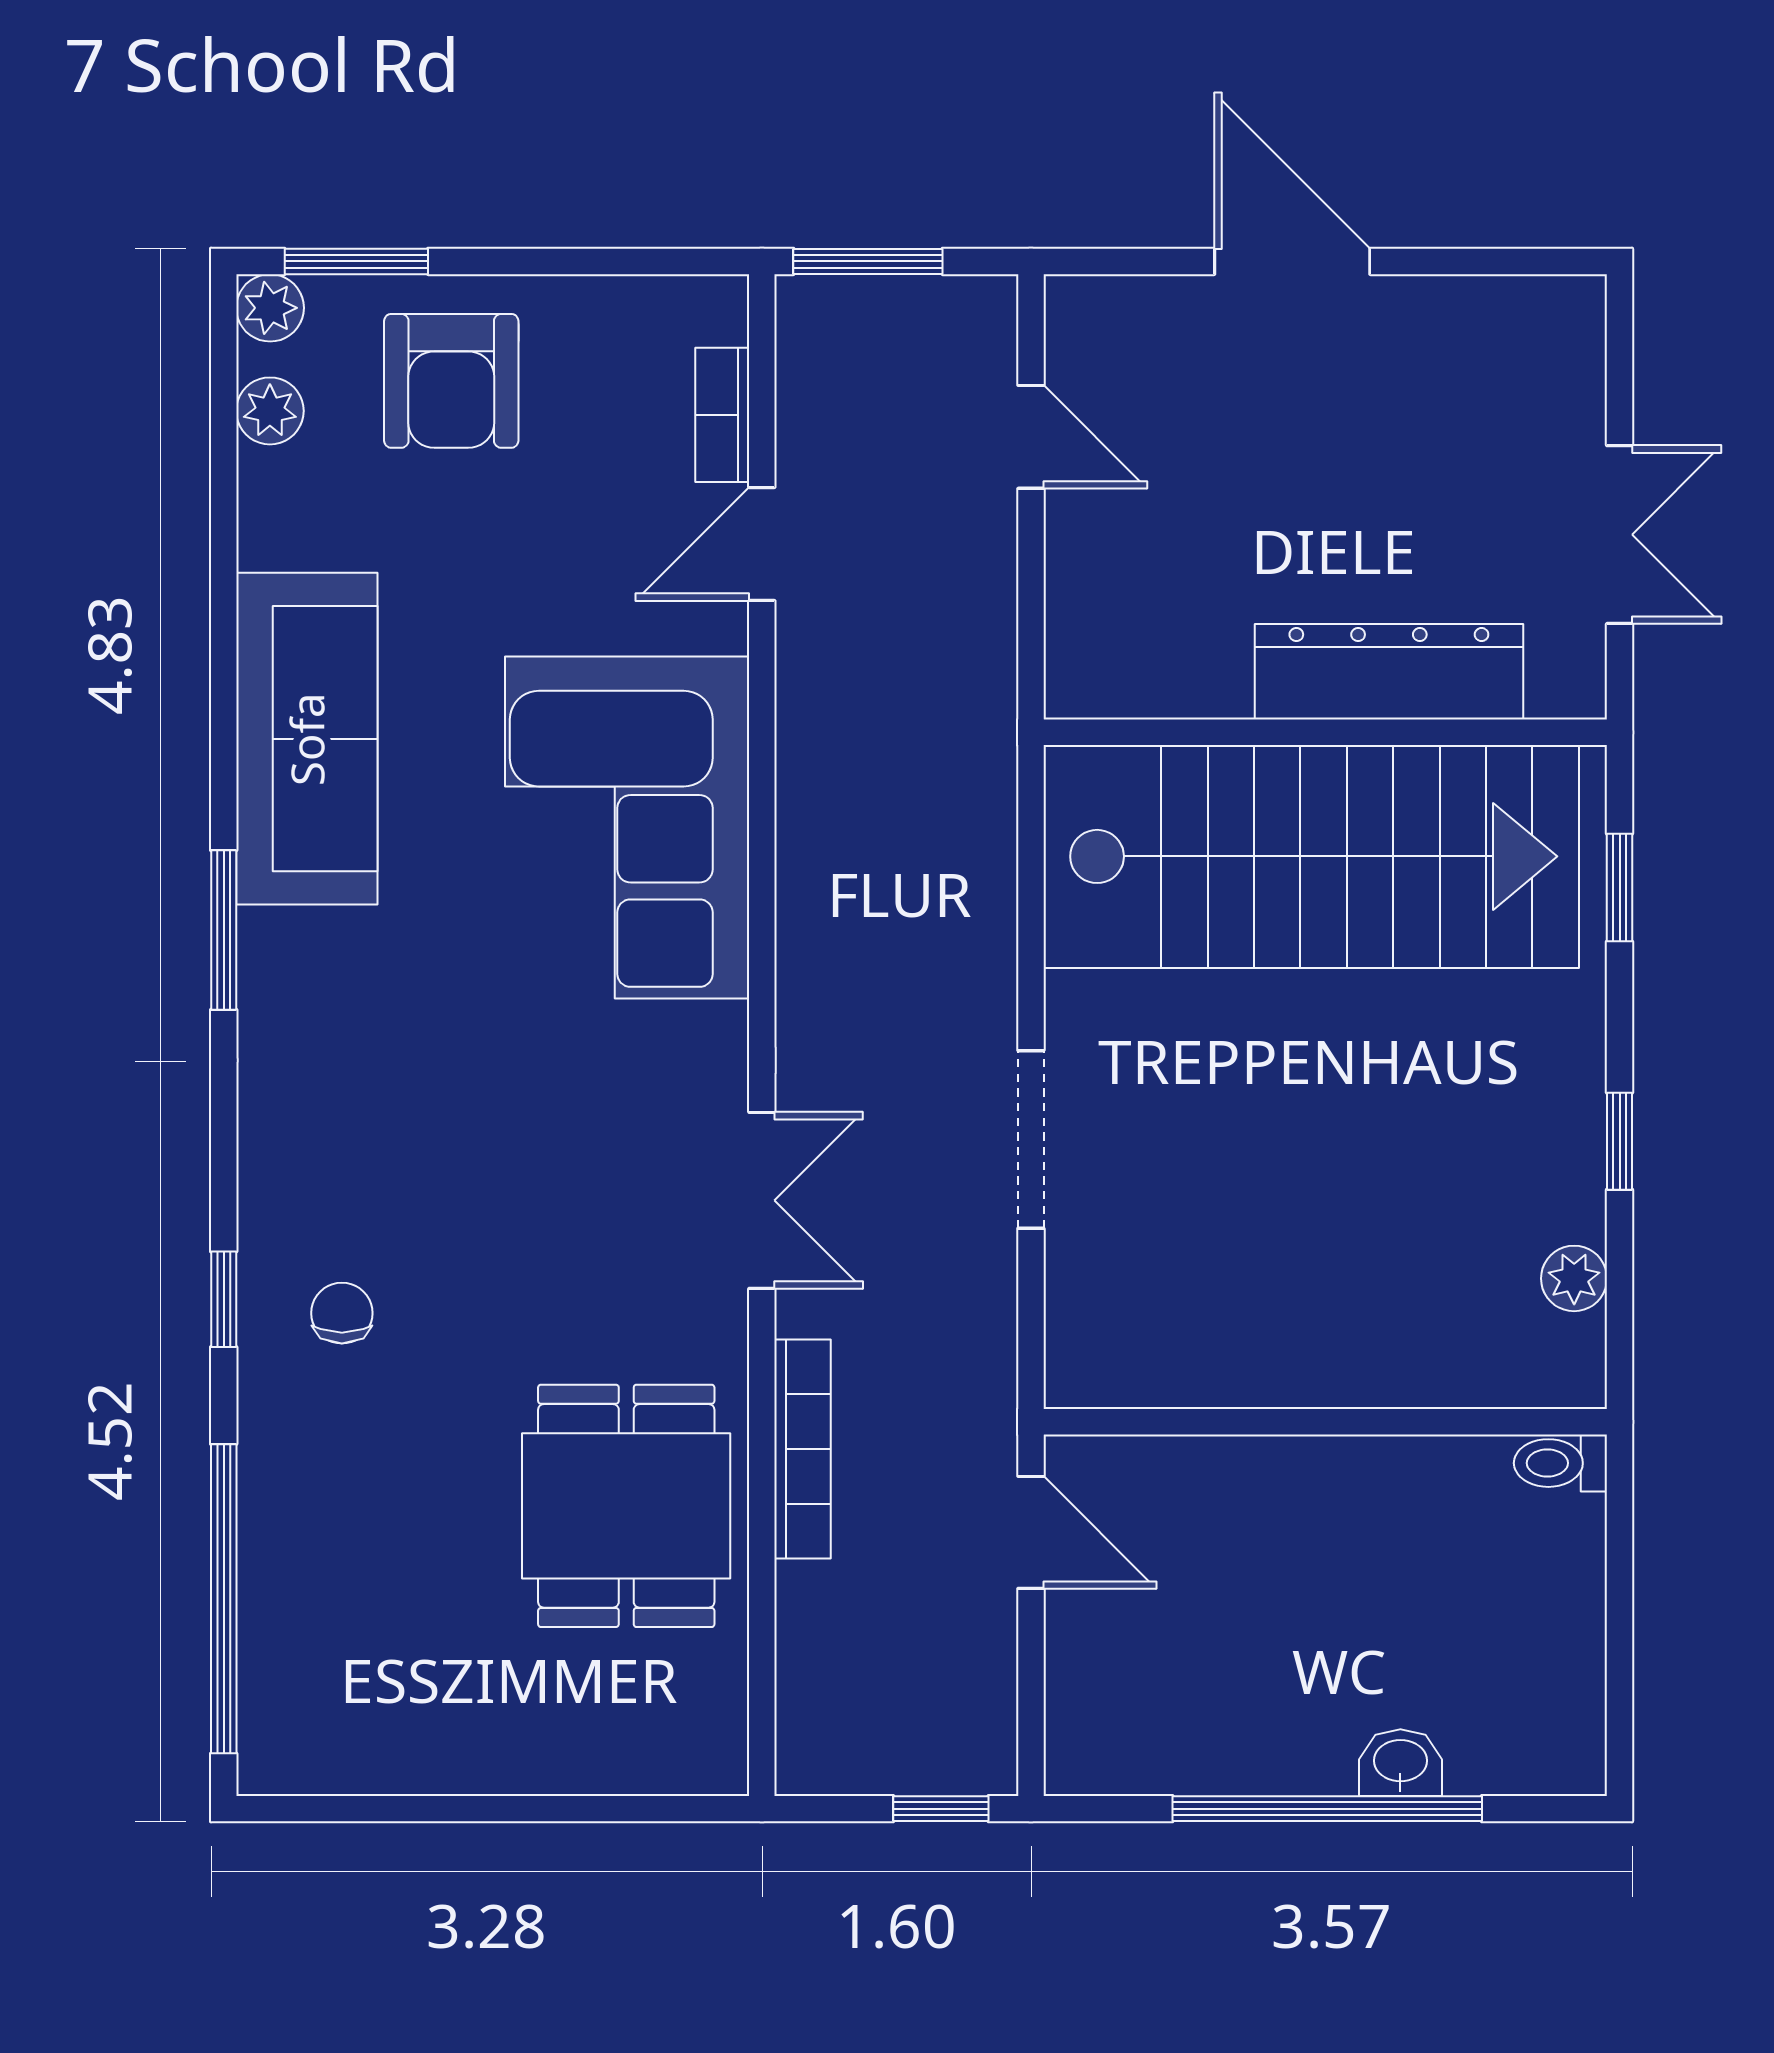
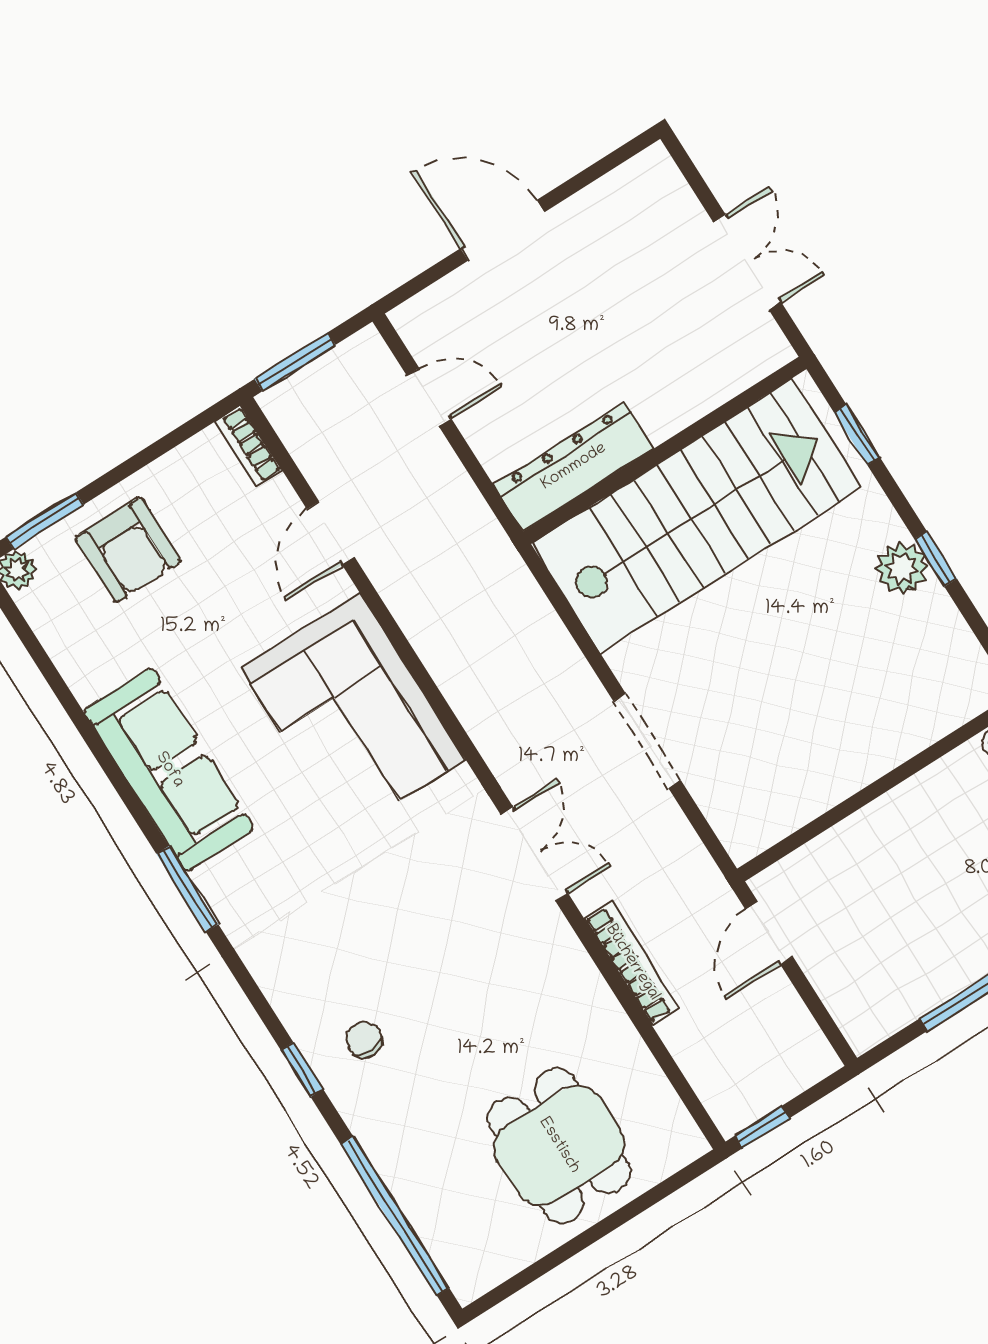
plant: (270, 411) -> (49, 621), removed
bookcase: (722, 415) -> (248, 446), moved
dresser: (1389, 672) -> (574, 467), moved
plant: (1574, 1278) -> (902, 568), moved, width x1.38, depth x1.38
dining table: (626, 1506) -> (559, 1146), moved
door: (1031, 1532) -> (769, 933), swing flipped
window: (941, 1809) -> (762, 1127), moved

